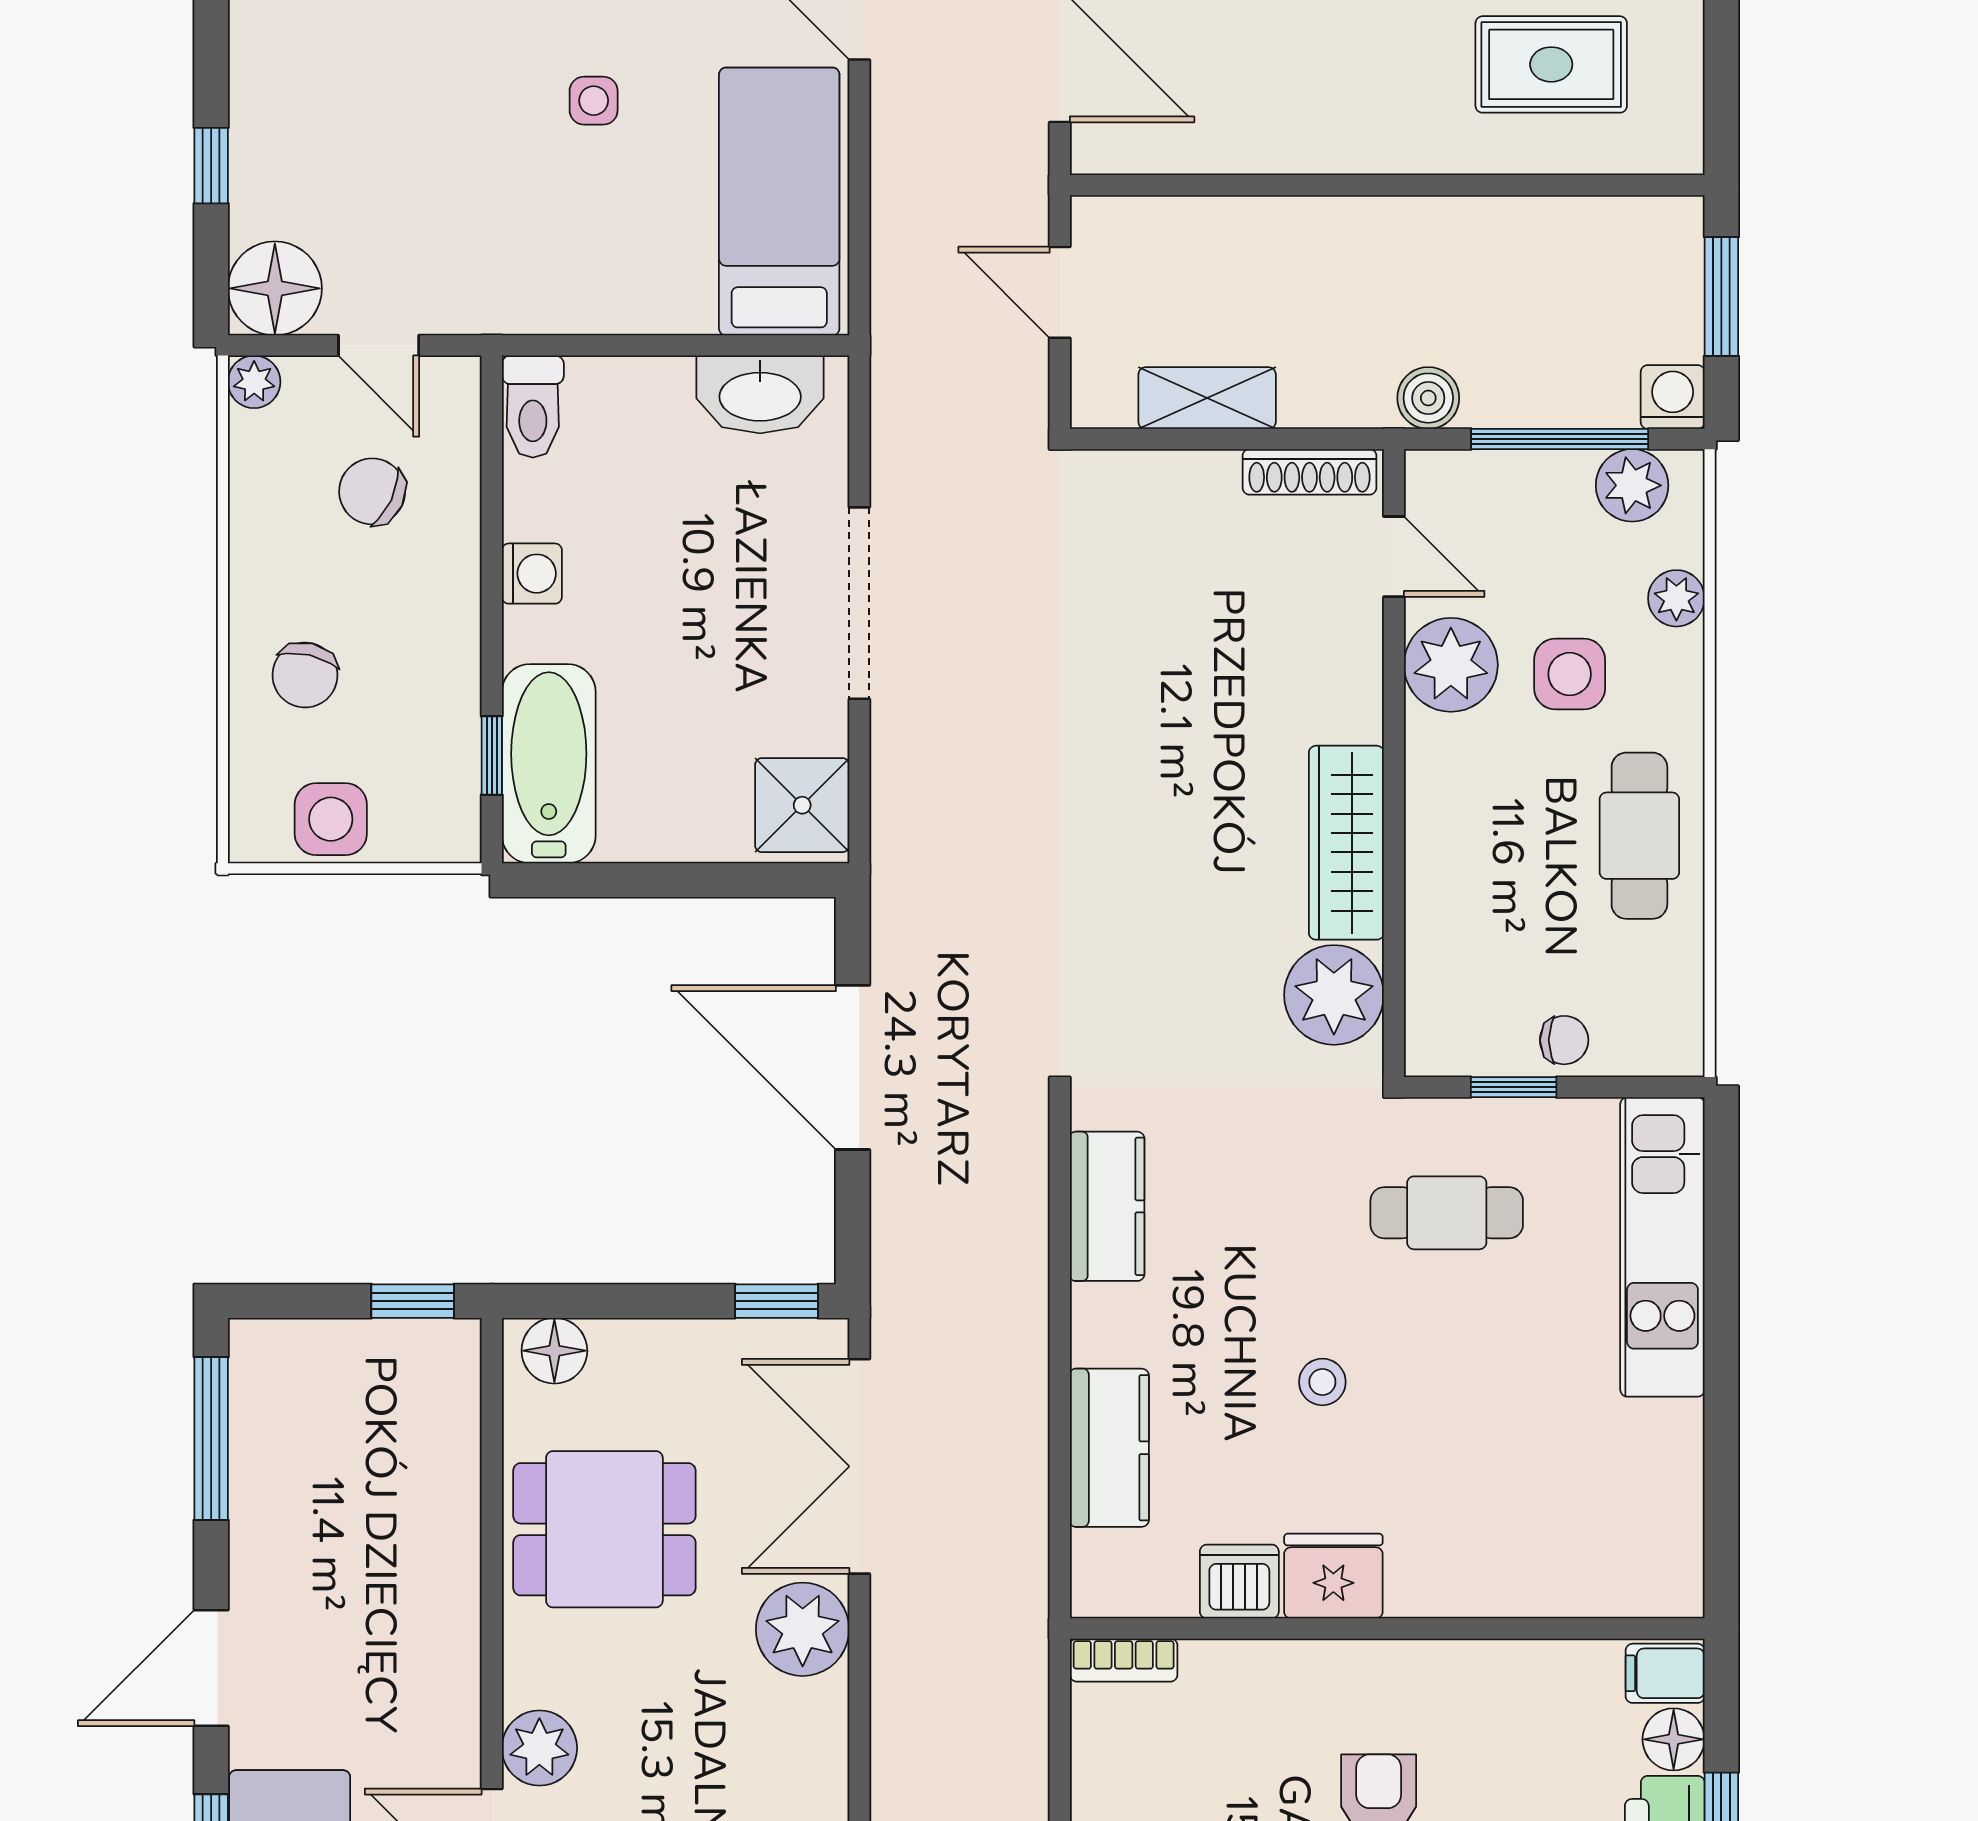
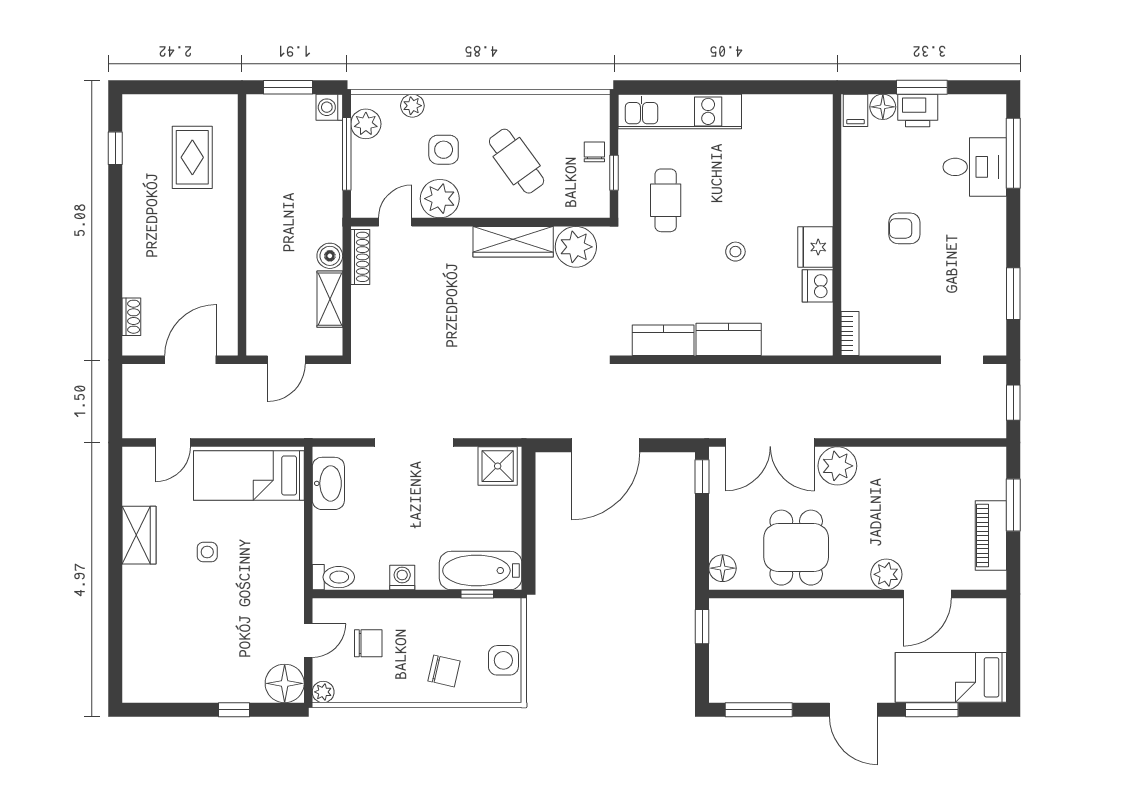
boiler: (1428, 398) -> (330, 256), moved
chair: (372, 491) -> (368, 643), turned -115
cafe table: (1639, 836) -> (517, 161), moved, turned 54
kitchen counter: (1109, 1448) -> (729, 339), moved

